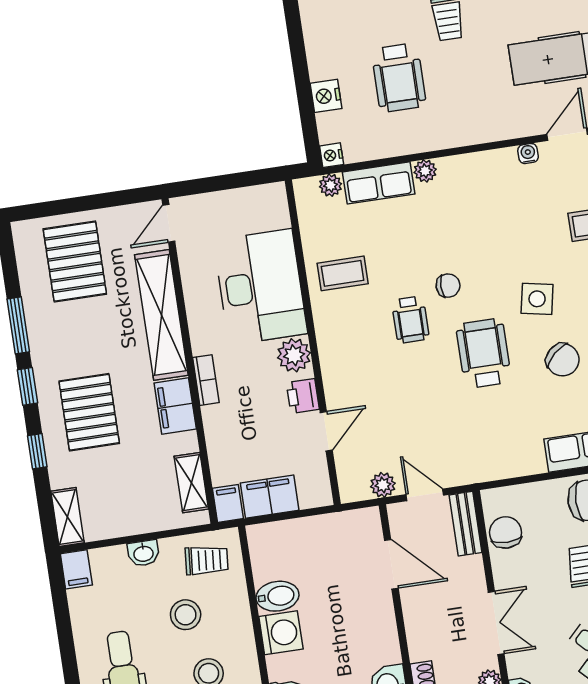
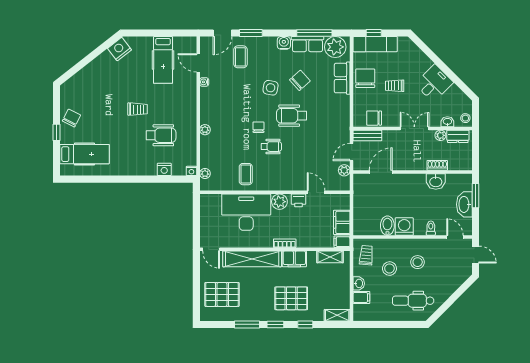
row of seats: (379, 183) -> (207, 152), removed
filing cabinet: (76, 569) -> (361, 297), moved

